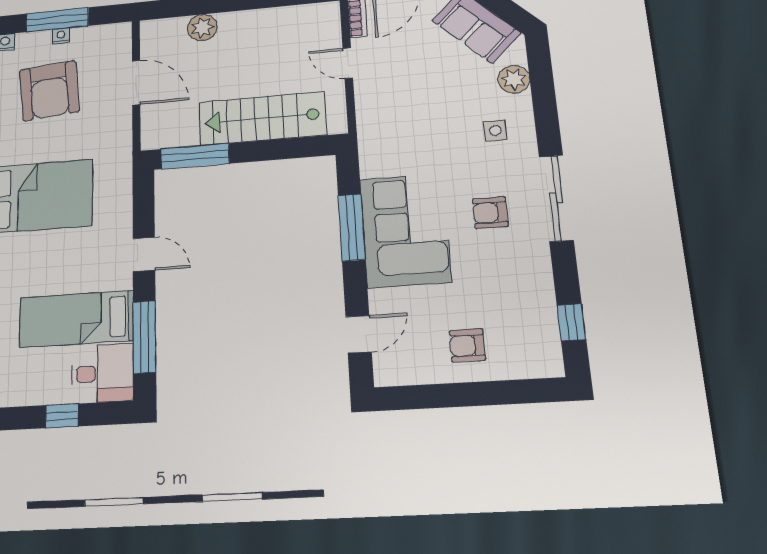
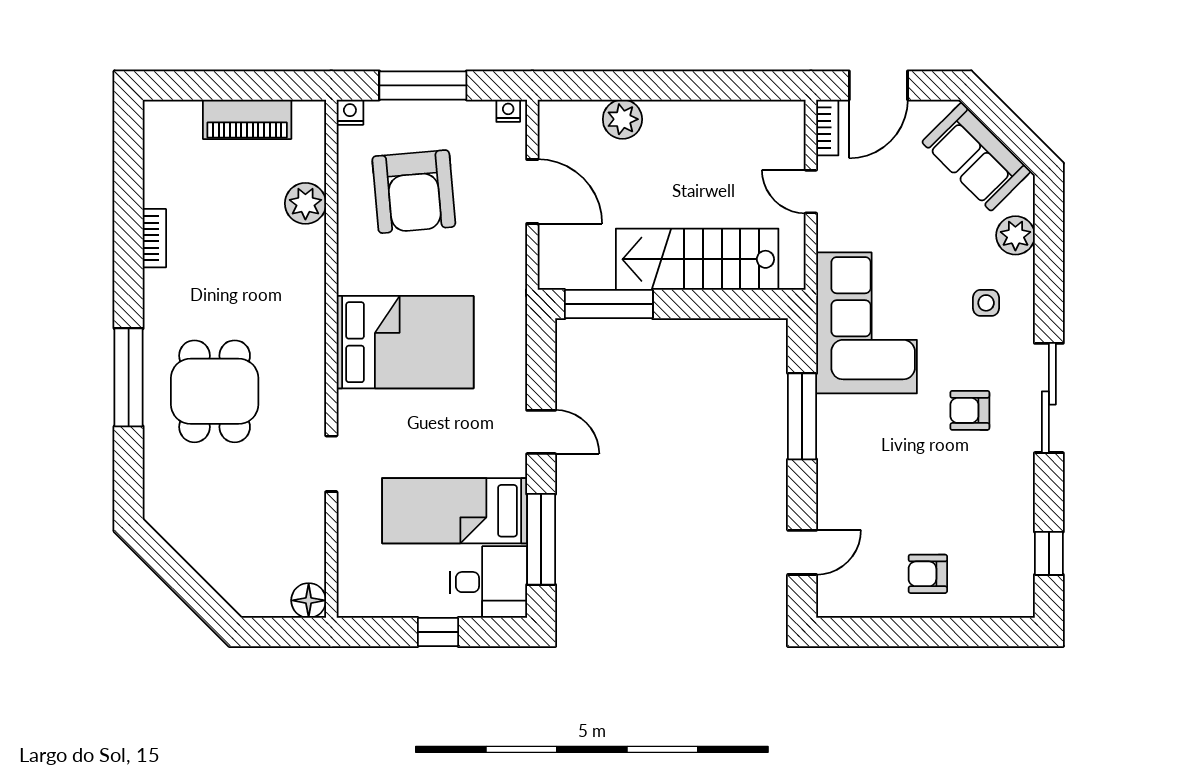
nightstand: (61, 36) -> (508, 111), moved
corner sofa: (405, 230) -> (867, 323), moved

